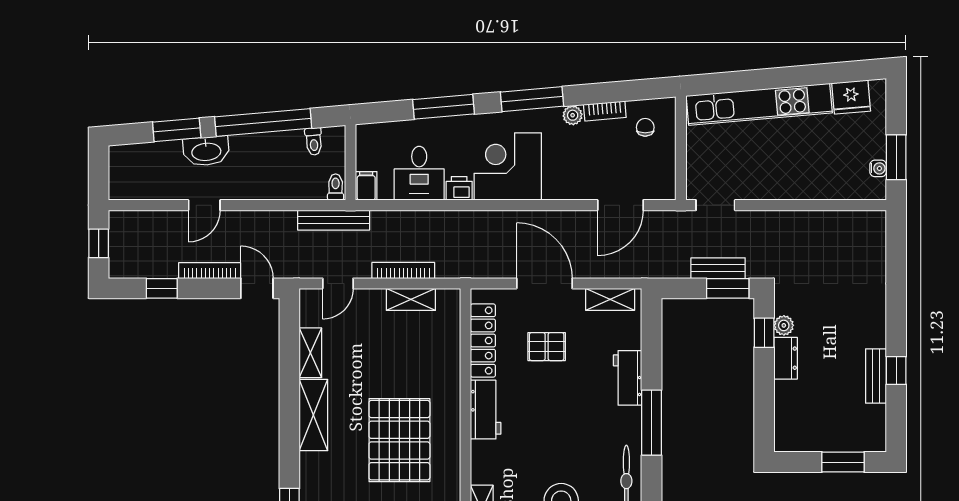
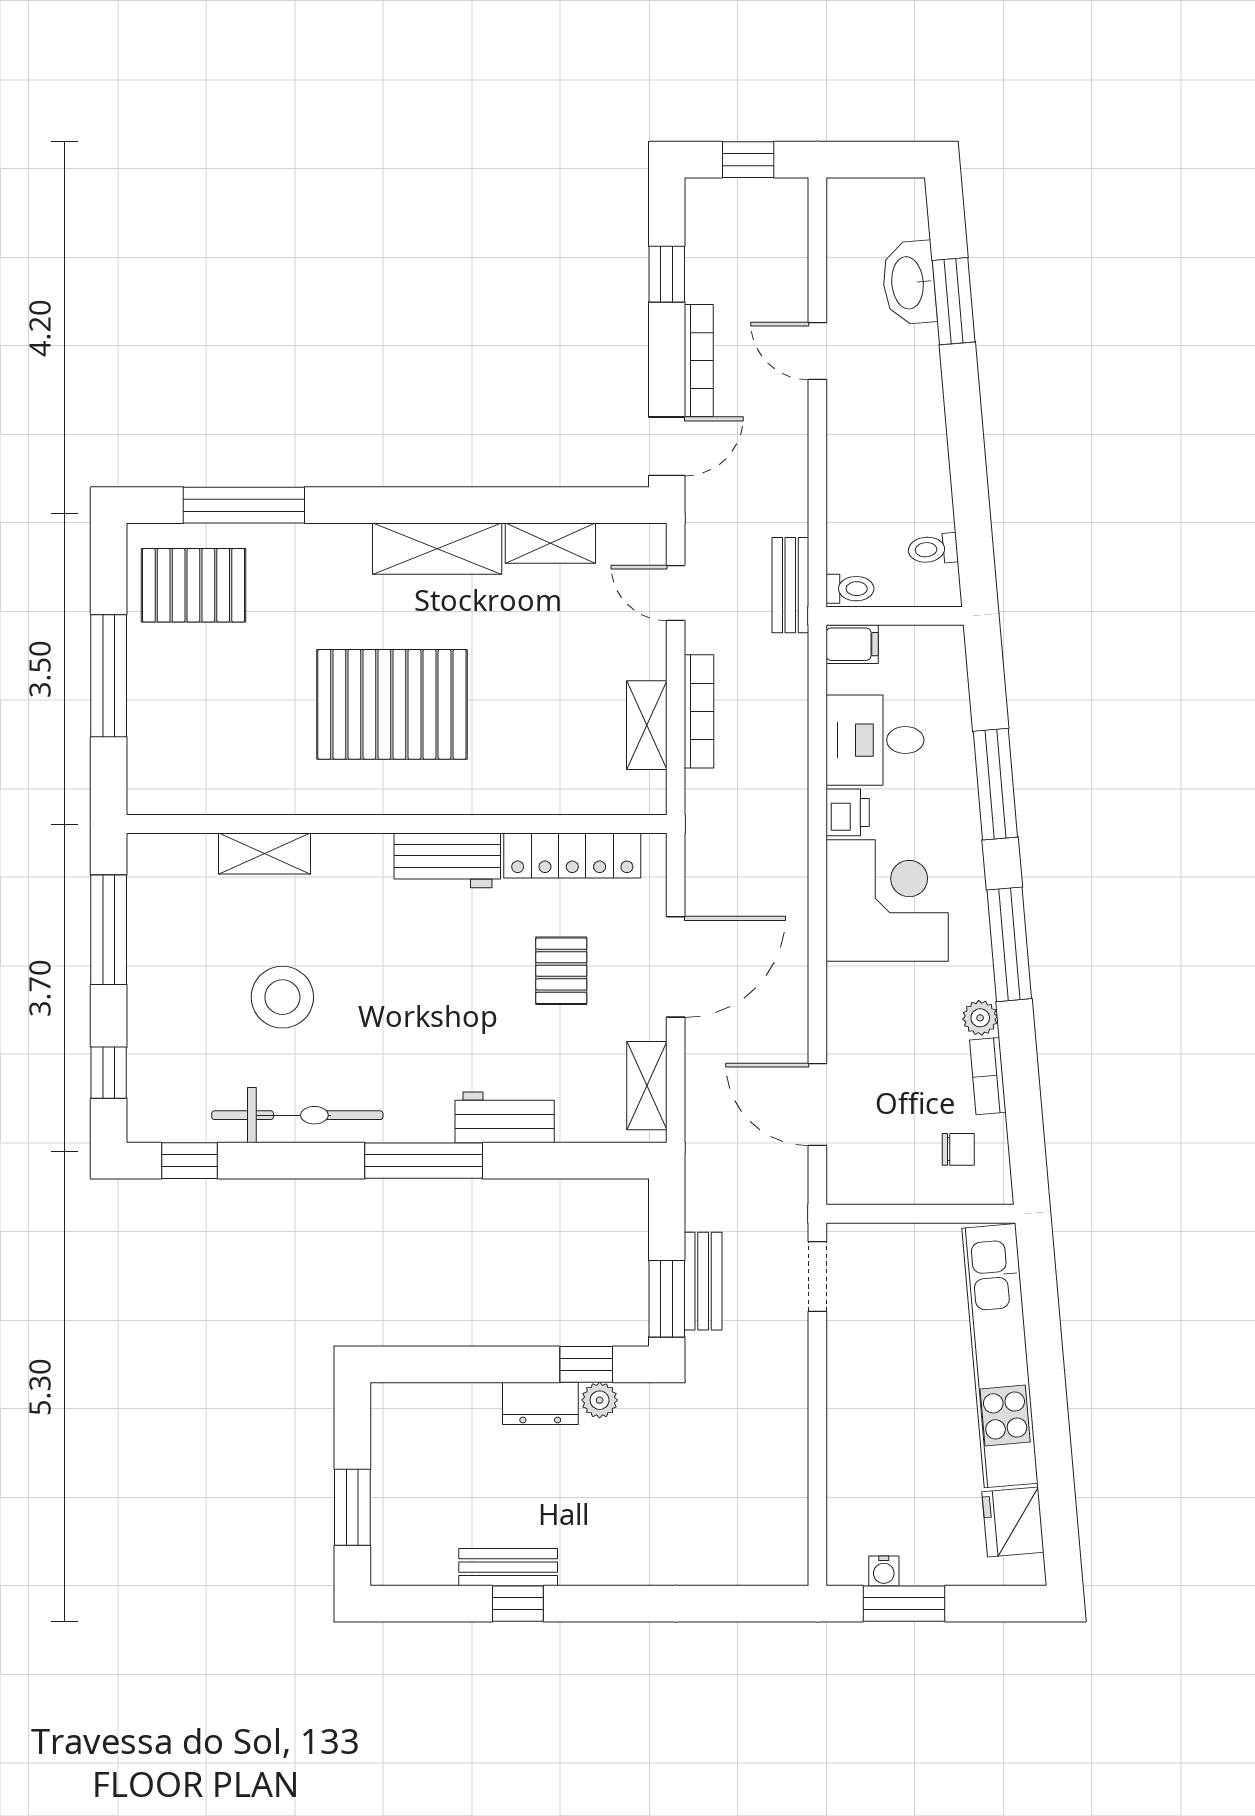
window: (263, 122) -> (967, 458), removed
washbasin: (206, 151) -> (909, 283), moved
bench: (334, 220) -> (790, 585), width x0.73

